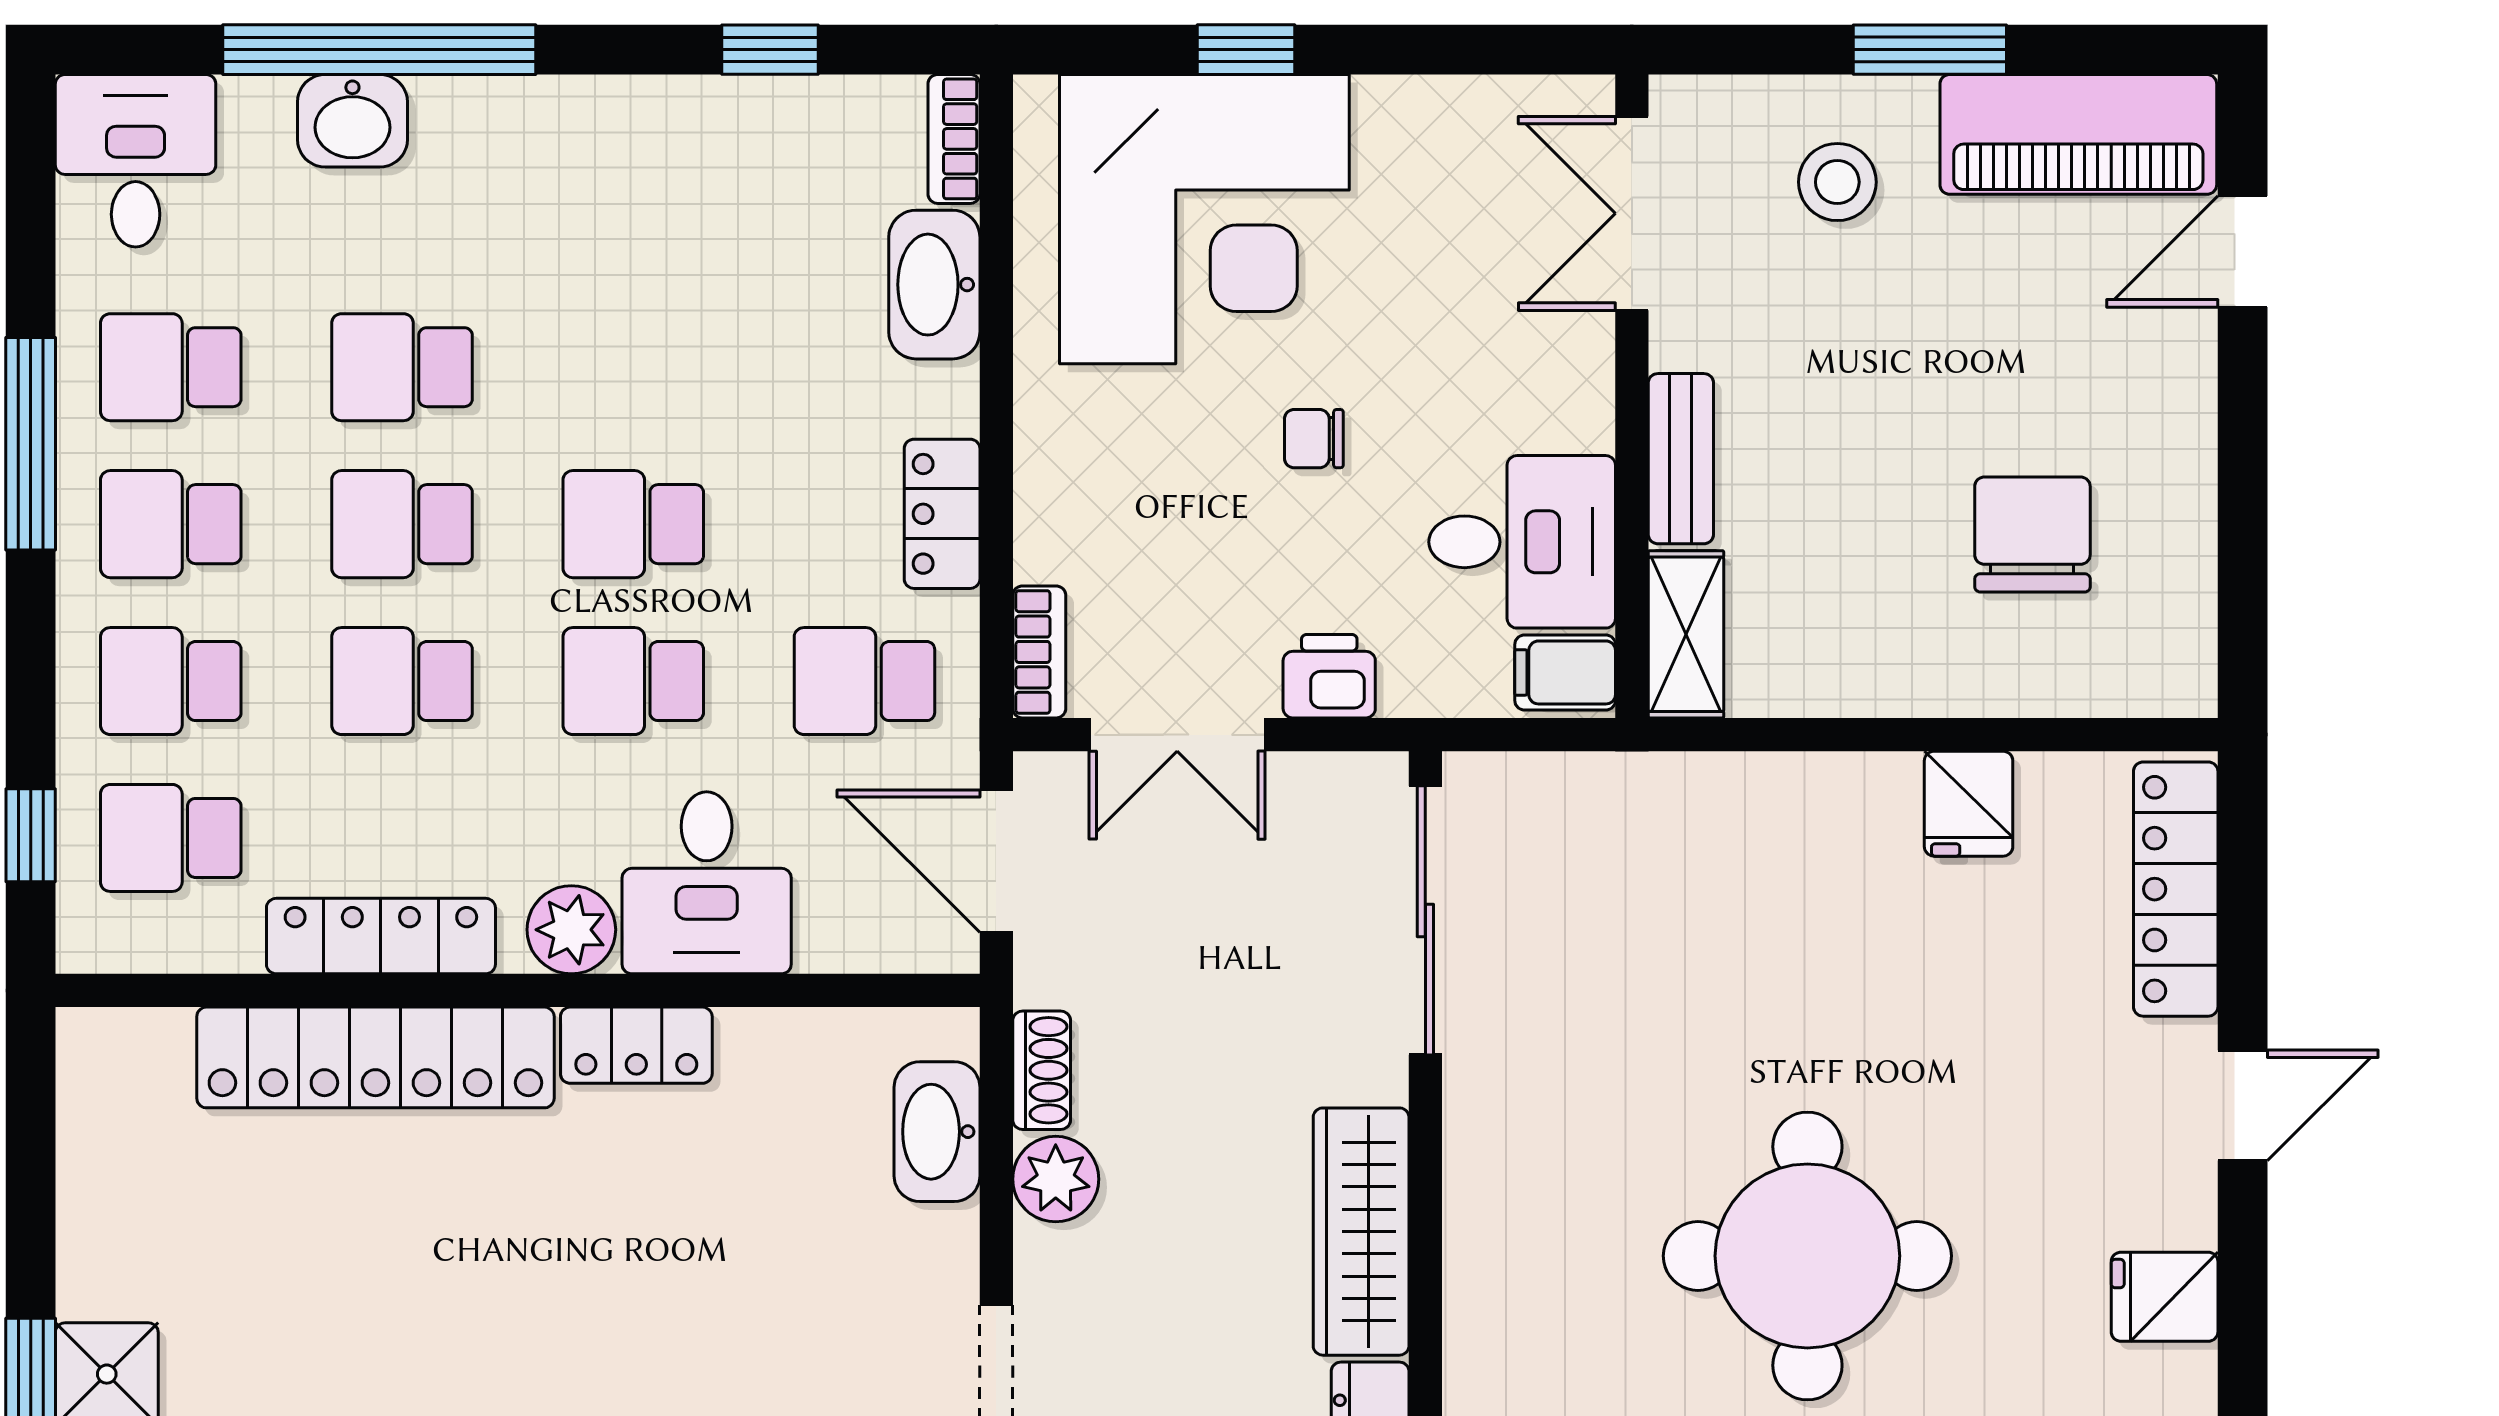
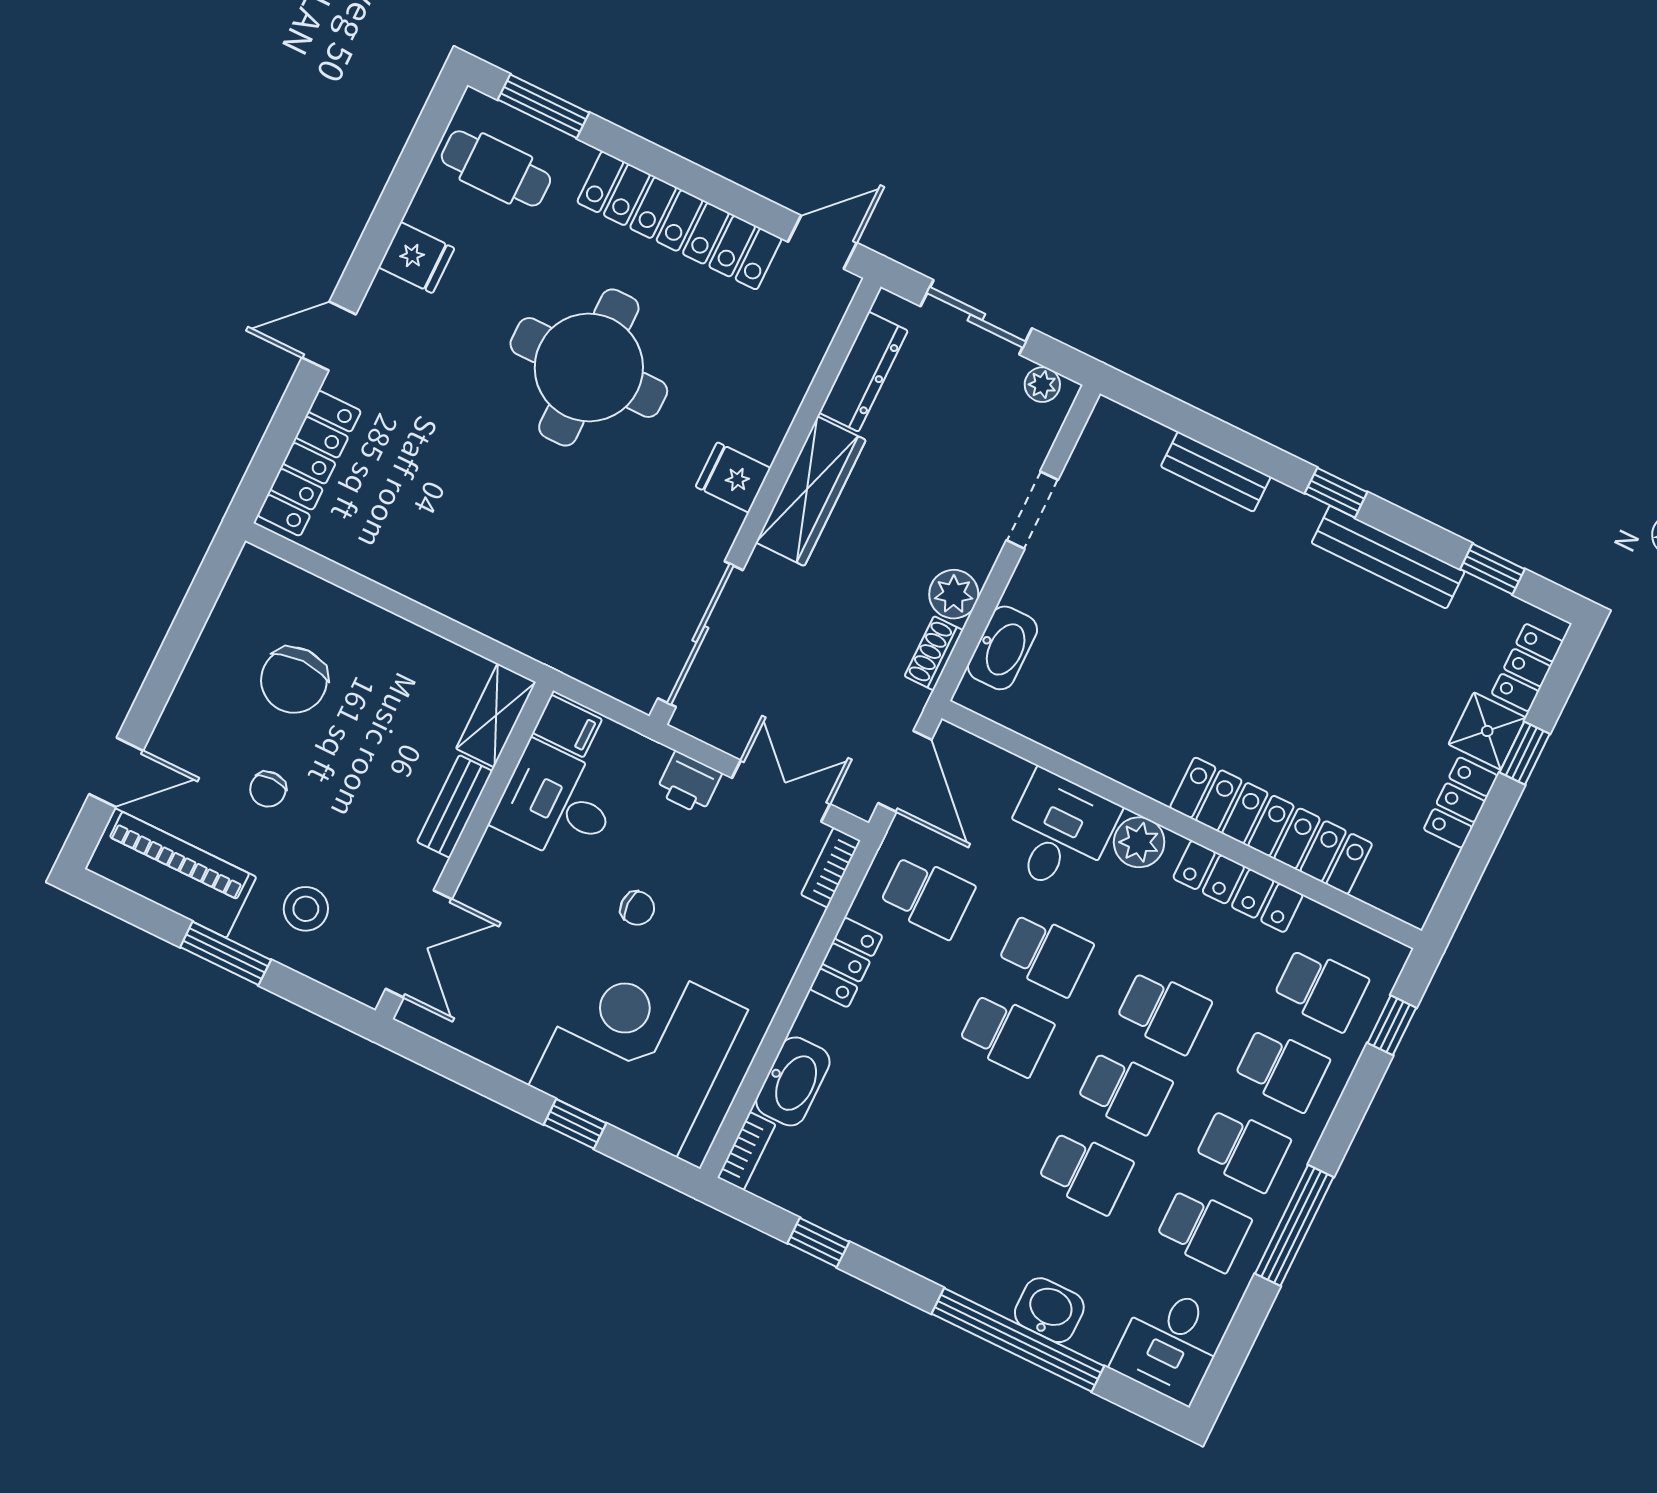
chair: (1989, 342) -> (268, 789), added
fridge: (1969, 804) -> (733, 477), moved, turned -90
locker: (636, 1045) -> (1461, 803), moved, turned -90

